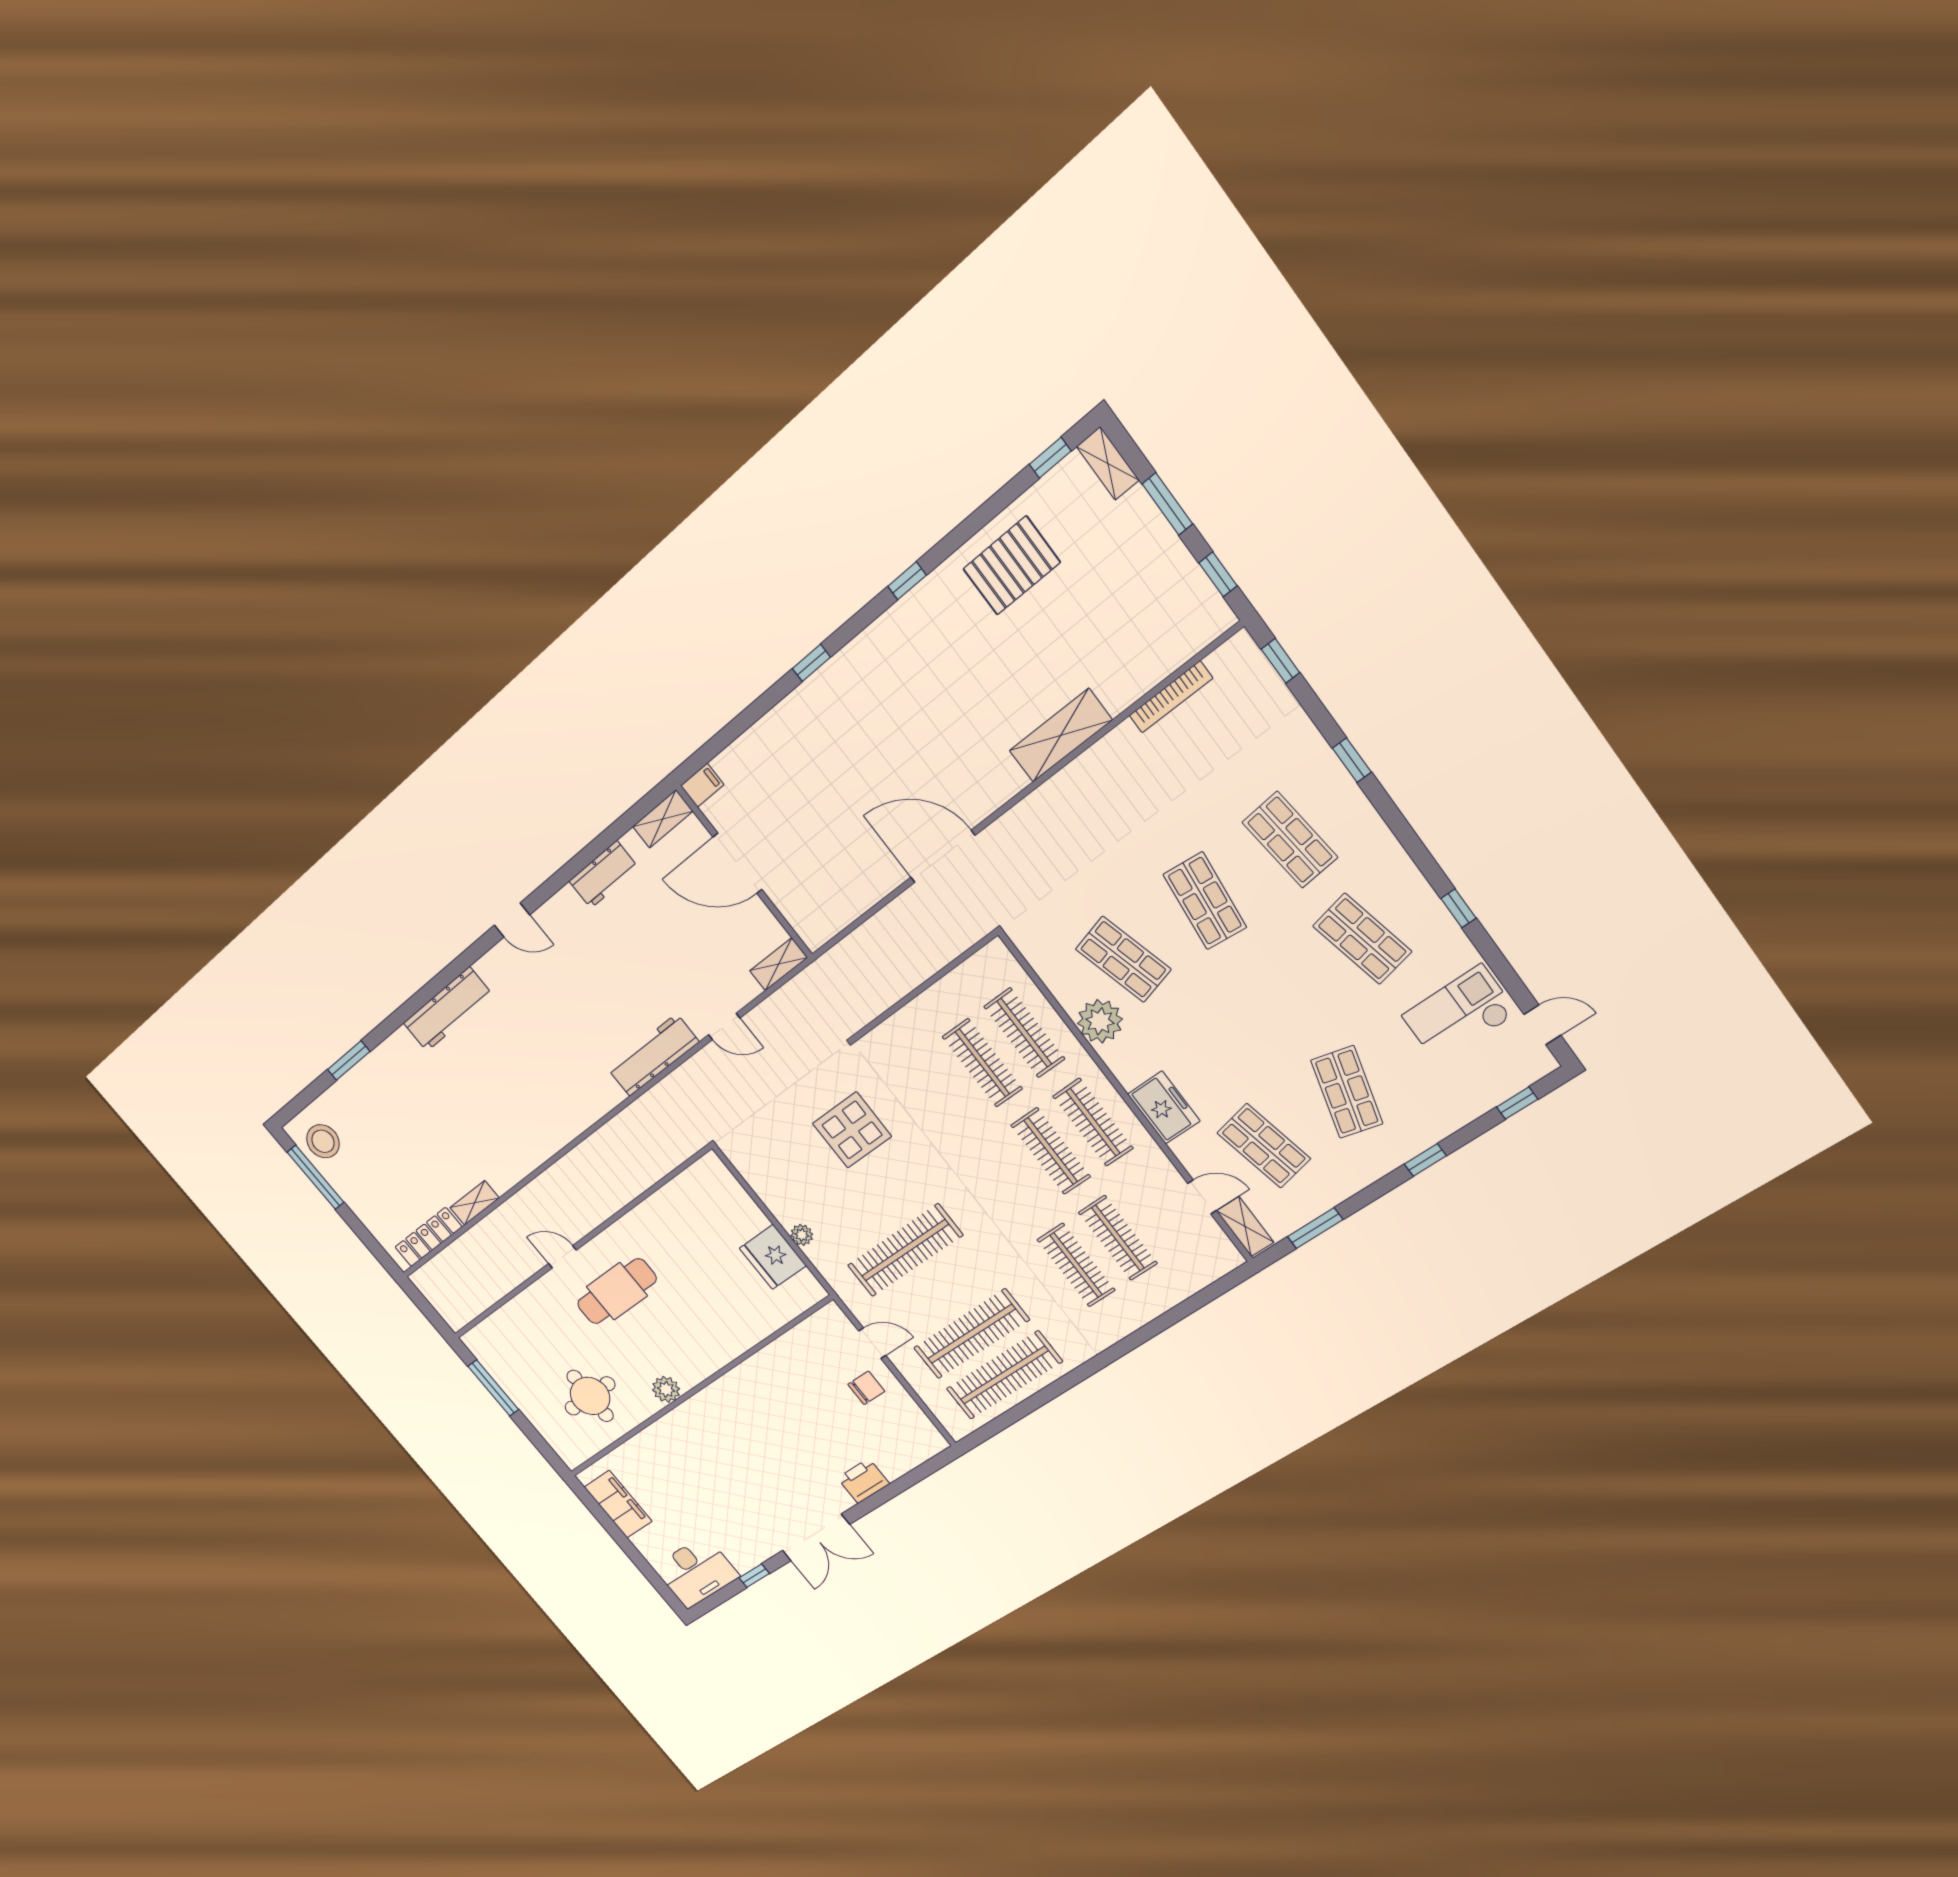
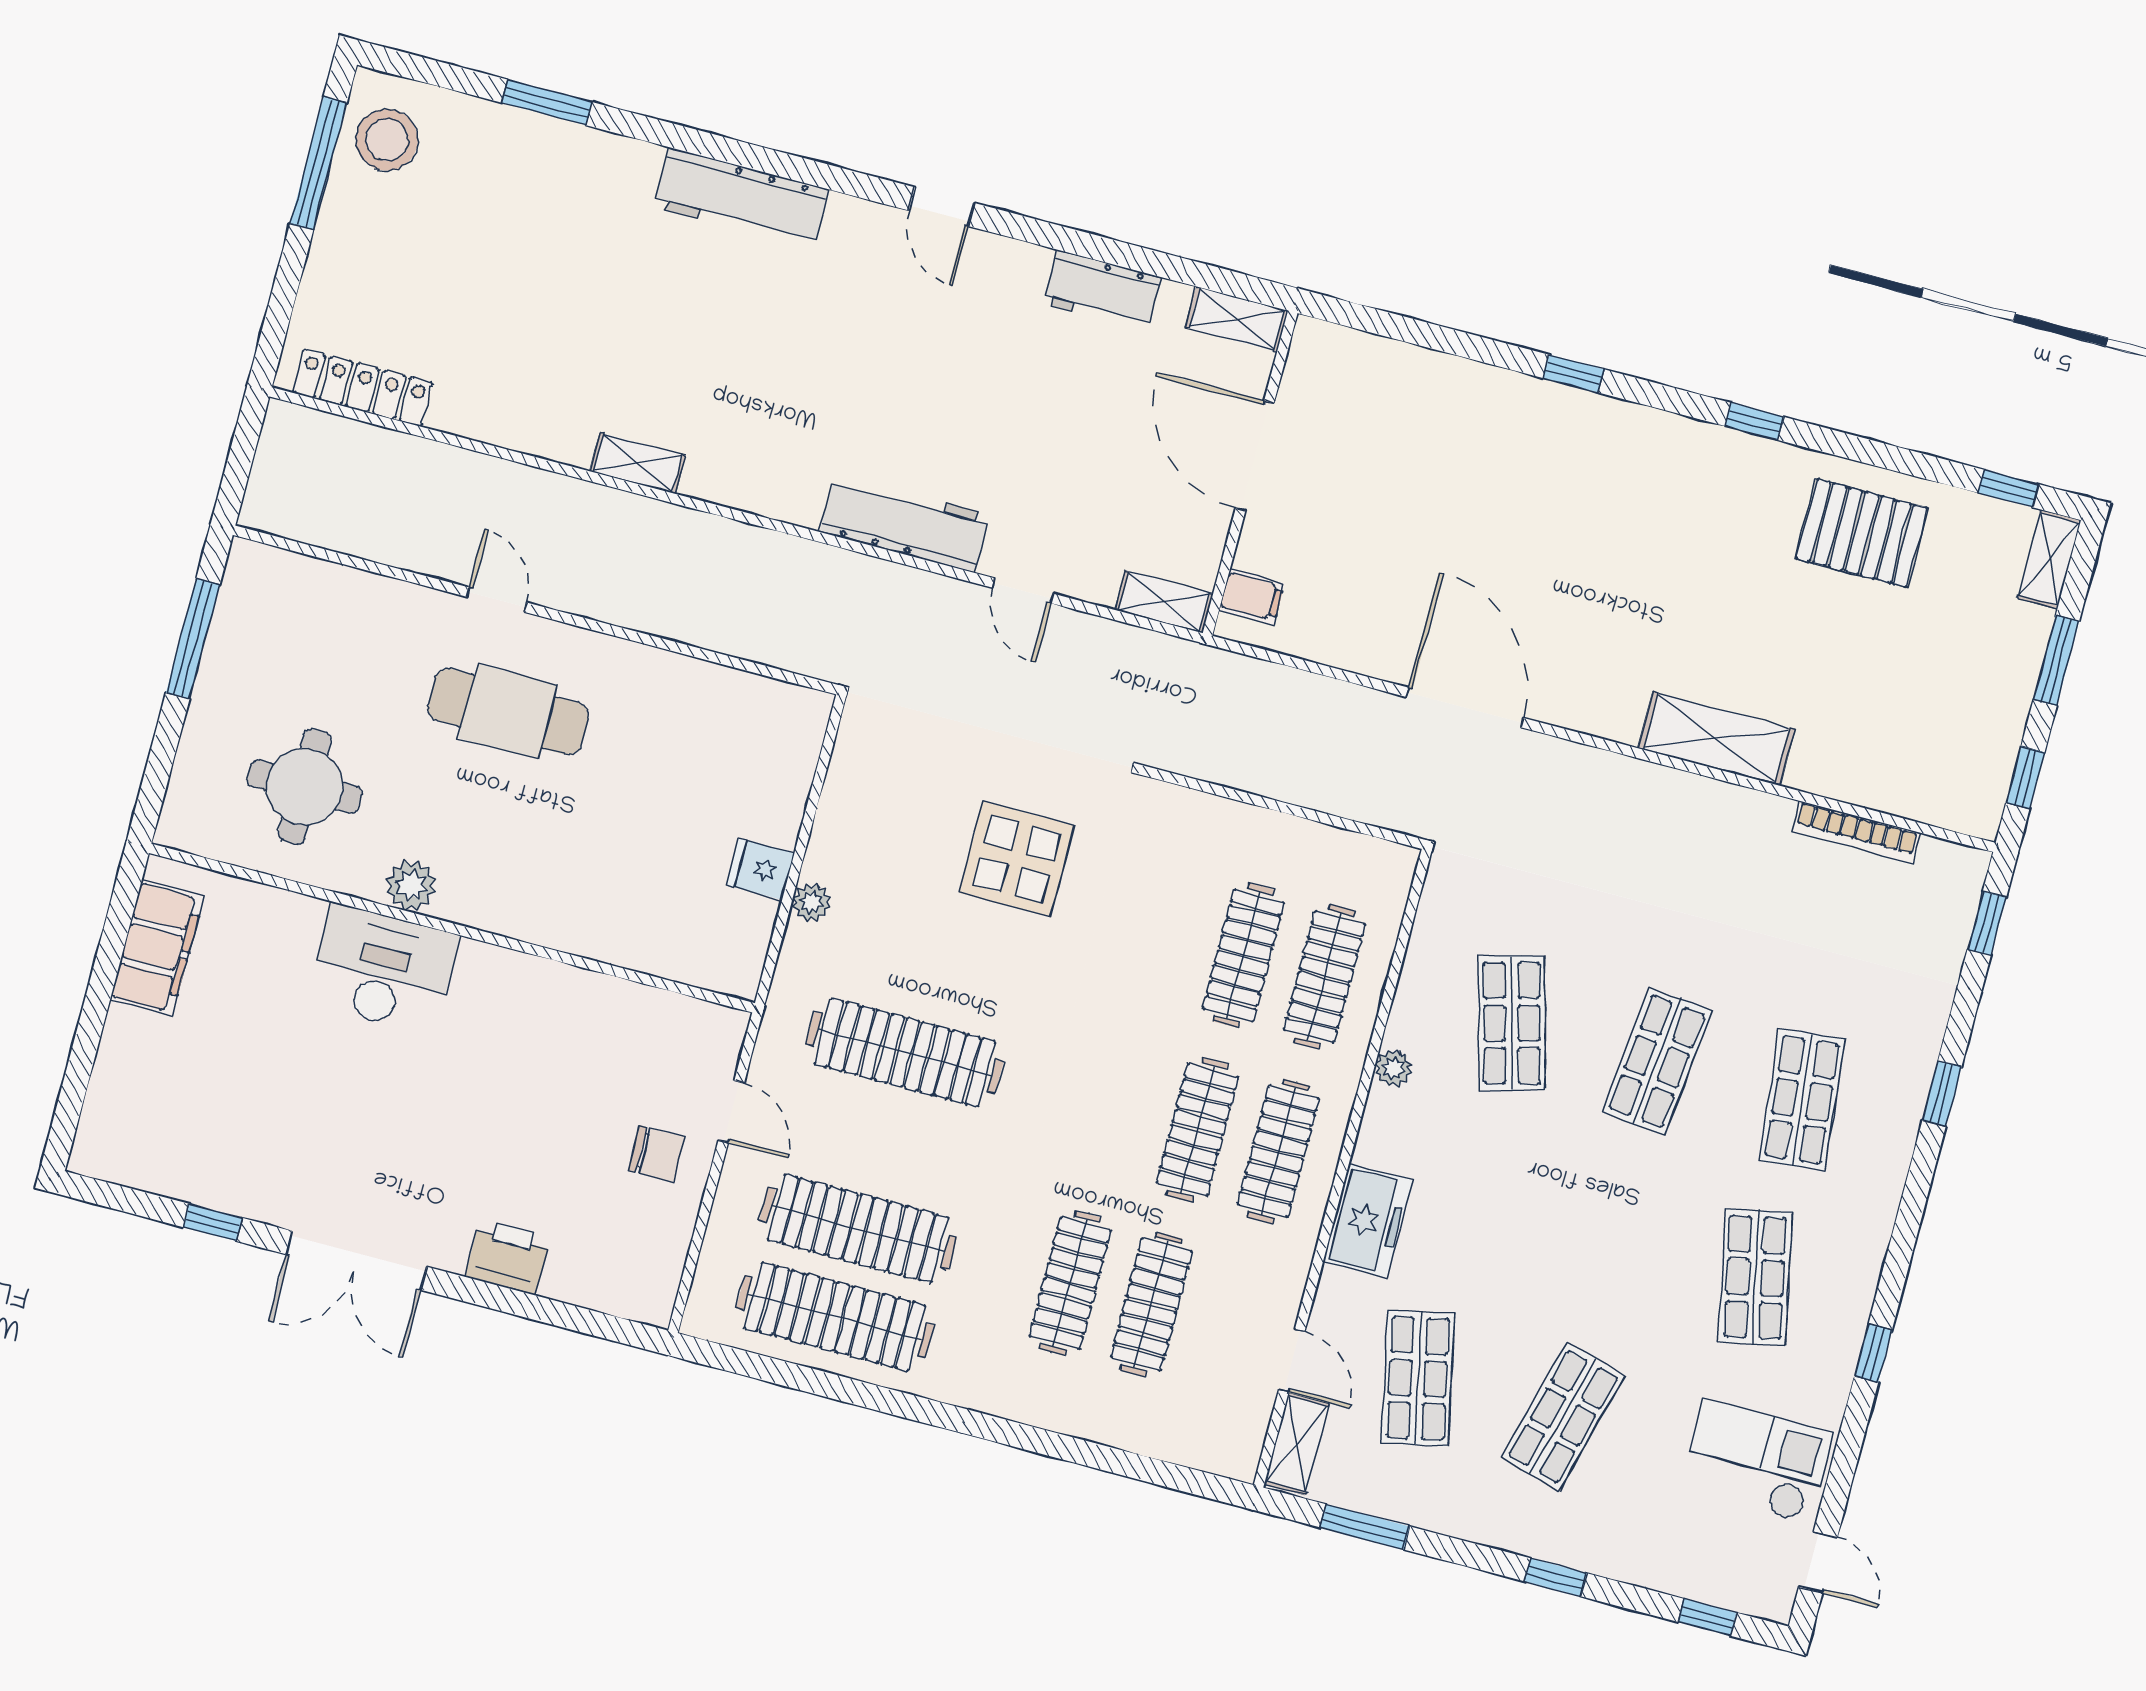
filing cabinet: (702, 785) -> (1252, 597), moved
plant: (1100, 1021) -> (1393, 1068), width x0.53, depth x0.53
shelving: (475, 1203) -> (638, 463), moved
fridge: (773, 1257) -> (760, 869), width x0.53, depth x0.75
desk: (696, 1572) -> (383, 969), moved, turned 180

